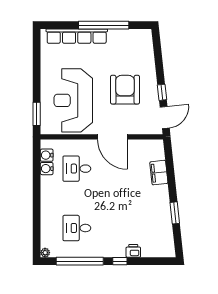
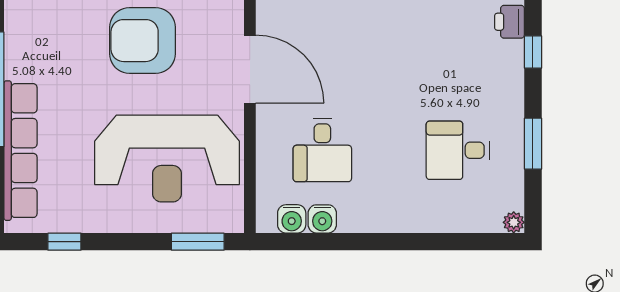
window: (37, 55) -> (64, 242), added
door: (112, 137) -> (250, 69), hinge flipped
desk: (77, 228) -> (458, 150), turned 90
window: (80, 261) -> (533, 144), width x0.47

